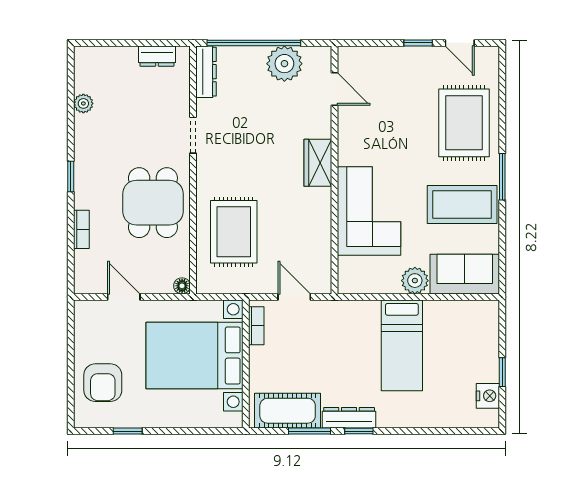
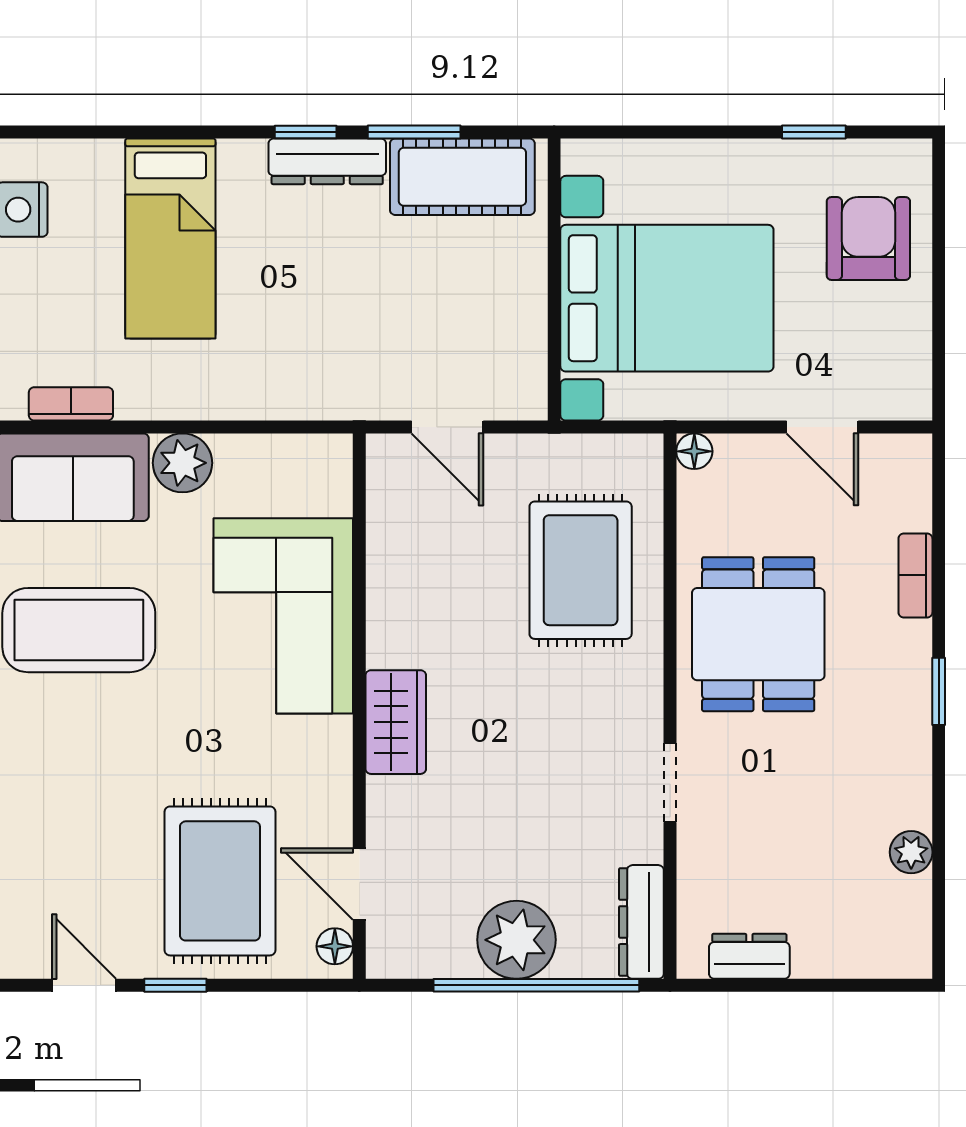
floor lamp: (346, 61) -> (335, 946), added
plant: (284, 64) -> (516, 940), moved
rug: (464, 123) -> (220, 881), moved
bookcase: (256, 326) -> (71, 404), moved, turned 90
bed: (402, 345) -> (170, 238), moved, turned 180

